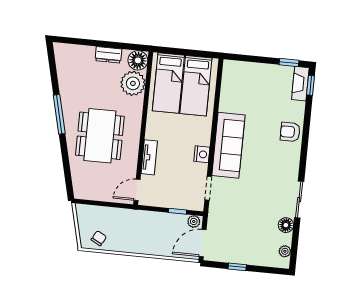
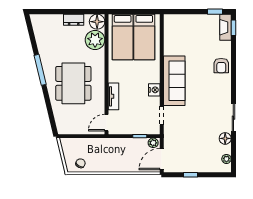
armchair: (290, 132) -> (221, 66), turned -90

